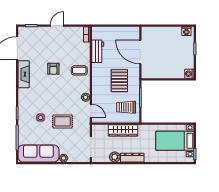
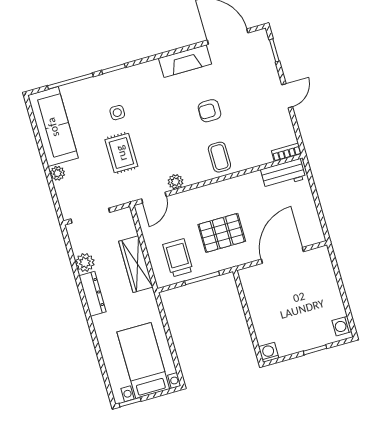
door: (57, 26) -> (287, 96), hinge flipped
workbench: (98, 51) -> (283, 174), moved

